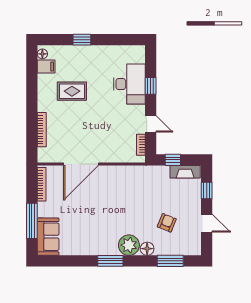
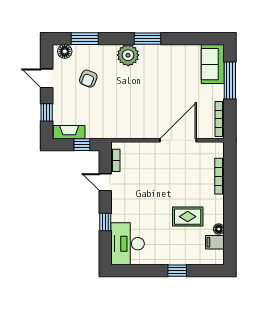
floor lamp: (42, 54) -> (219, 229), moved
desk: (129, 84) -> (128, 244), moved
floor lamp: (147, 249) -> (65, 51), moved

